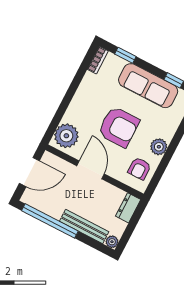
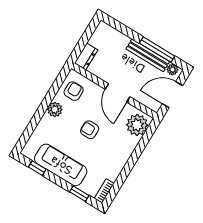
armchair: (119, 127) -> (90, 130), width x0.53, depth x0.53
window: (50, 221) -> (157, 50), width x0.68
bench: (84, 227) -> (148, 55), moved
plant: (112, 242) -> (173, 70), moved

